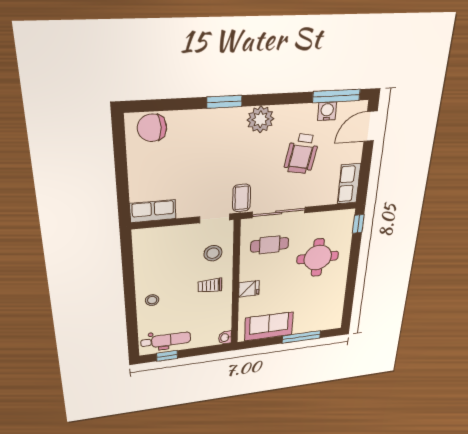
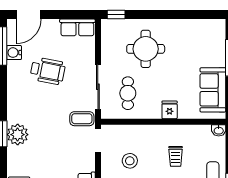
plant: (260, 119) -> (18, 135), moved
door: (370, 126) -> (29, 15), hinge flipped
stool: (213, 253) -> (130, 161), moved
trolley: (210, 286) -> (176, 156), moved

